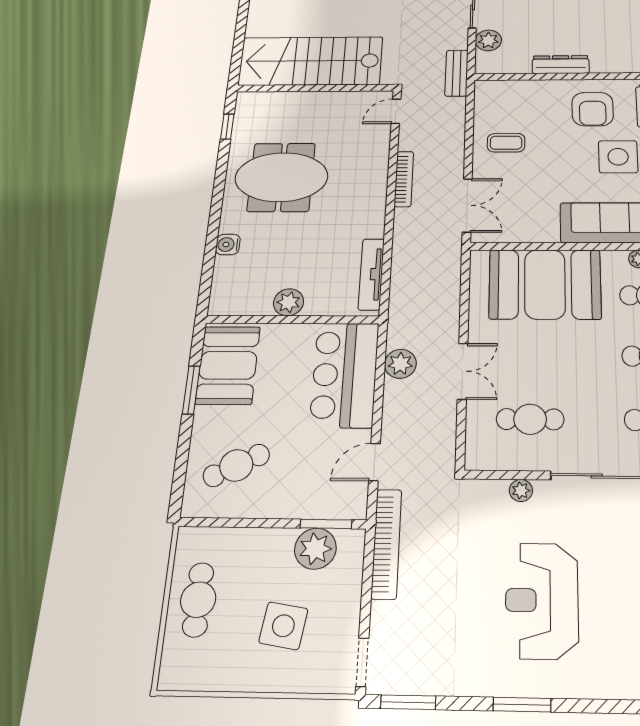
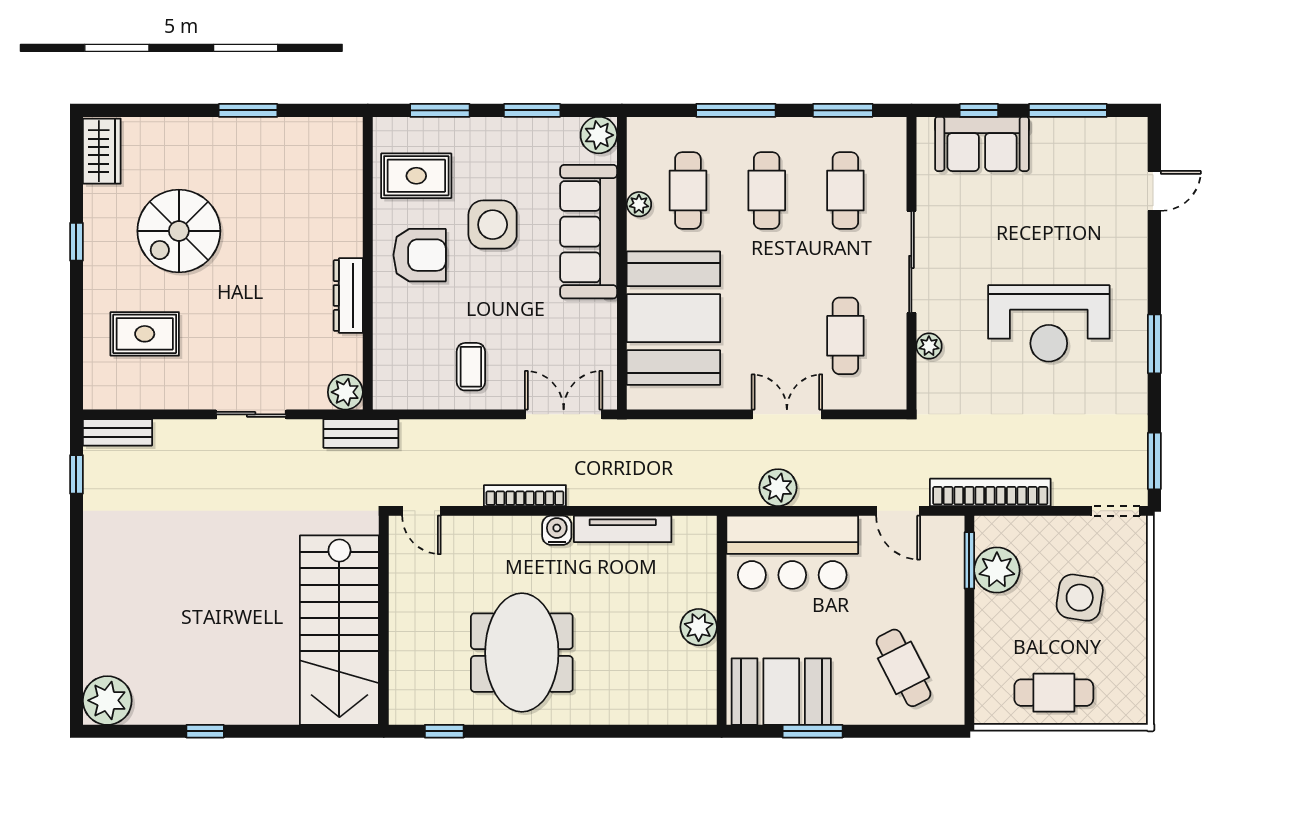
plant: (488, 40) -> (345, 392), moved
water cooler: (228, 244) -> (557, 530), moved, turned 180
tv unit: (371, 274) -> (623, 529), moved

